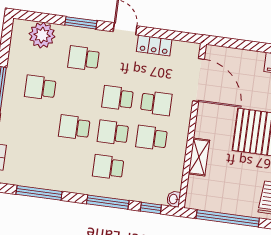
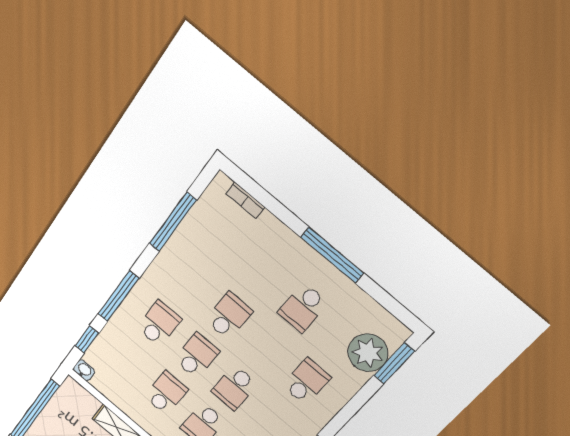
window: (81, 23) -> (394, 363), moved
school desk: (40, 88) -> (303, 308), turned 180
school desk: (118, 98) -> (234, 388), turned 180

